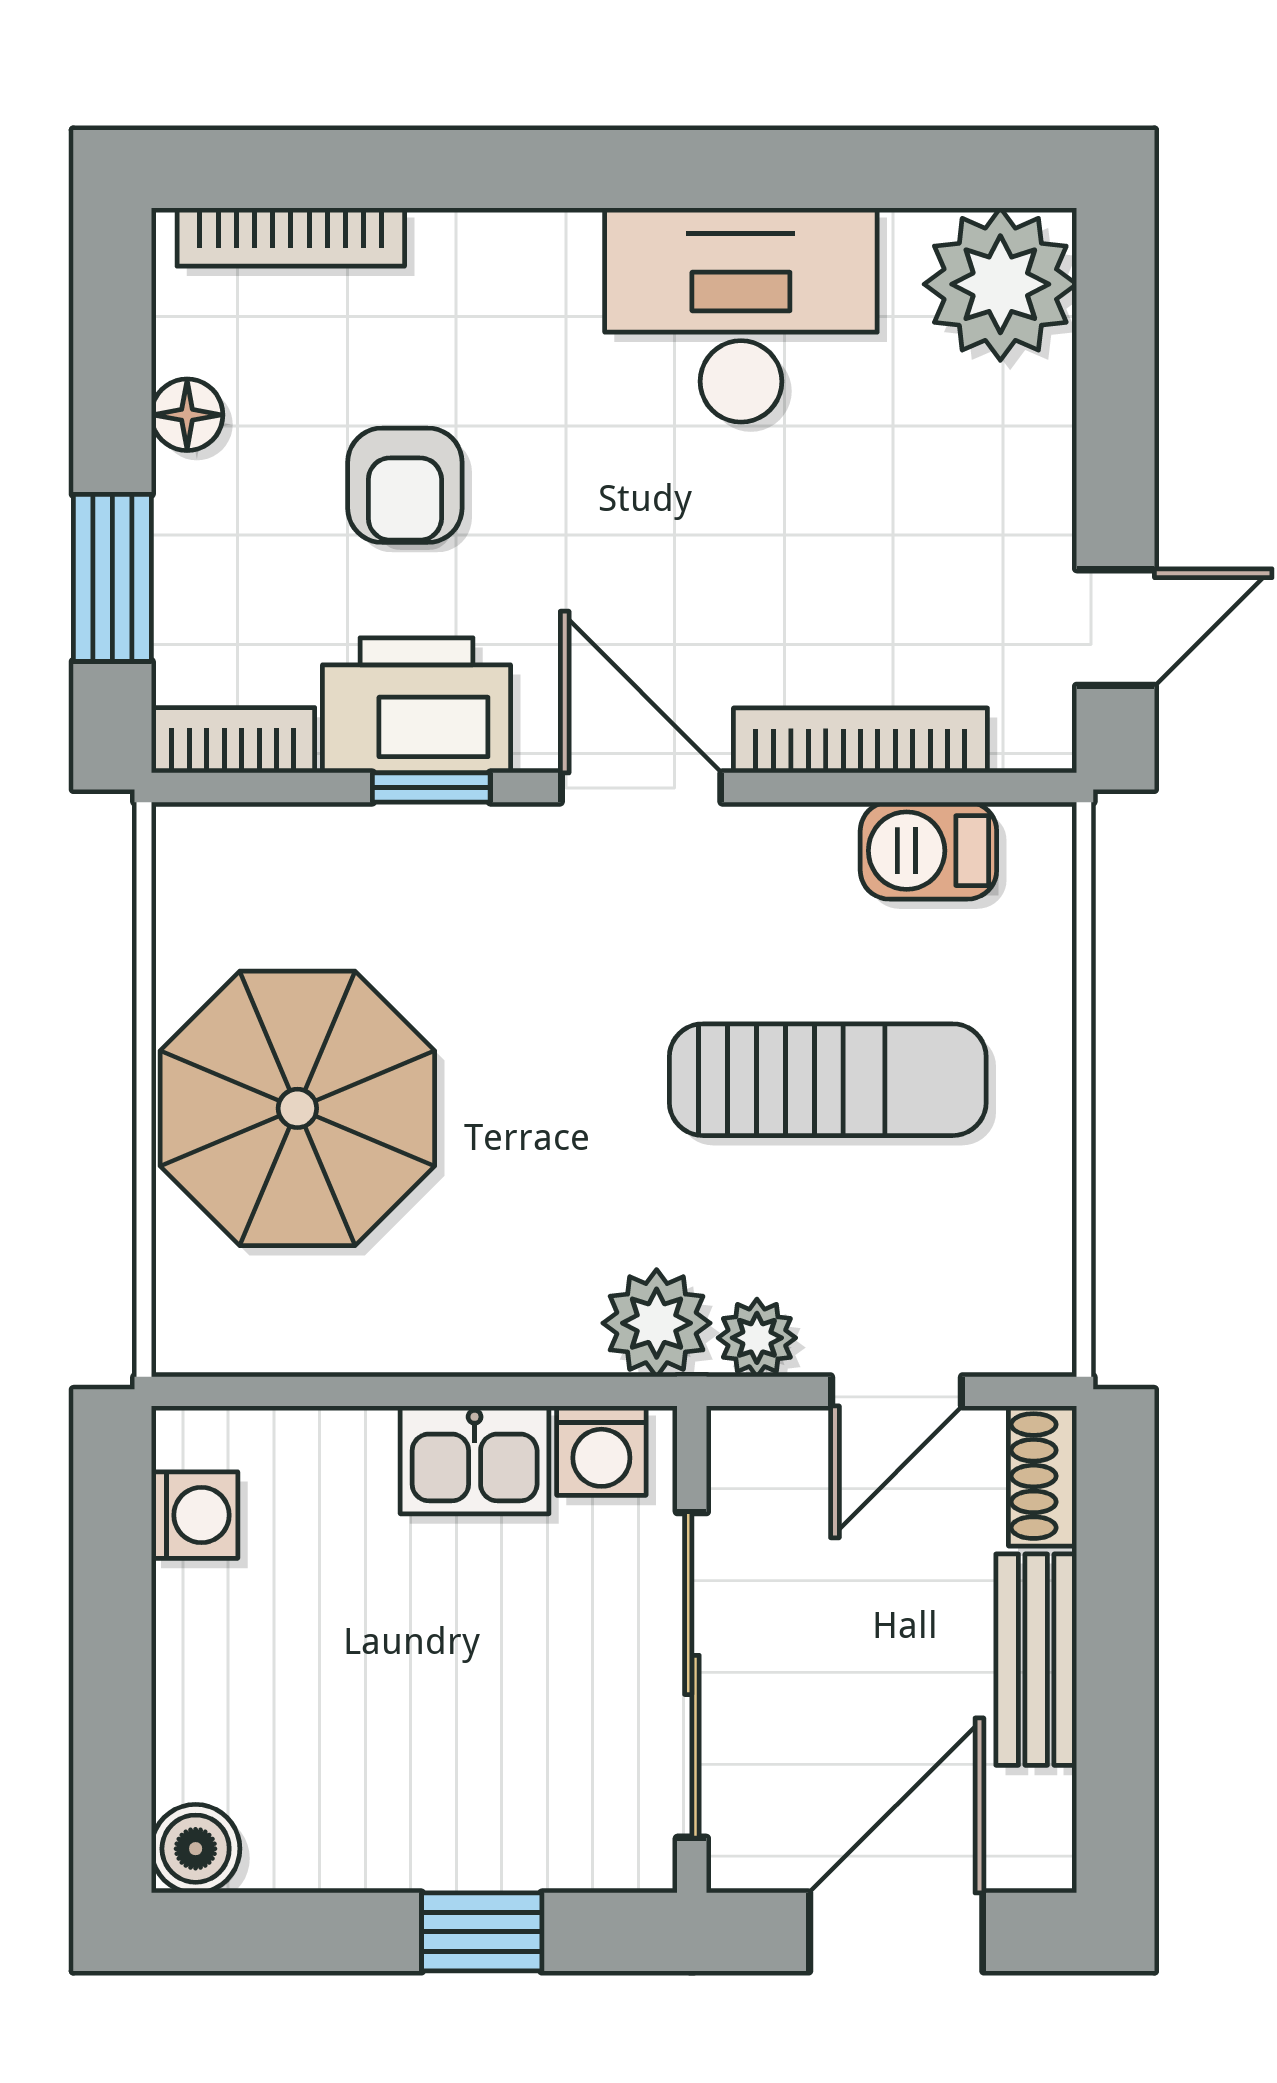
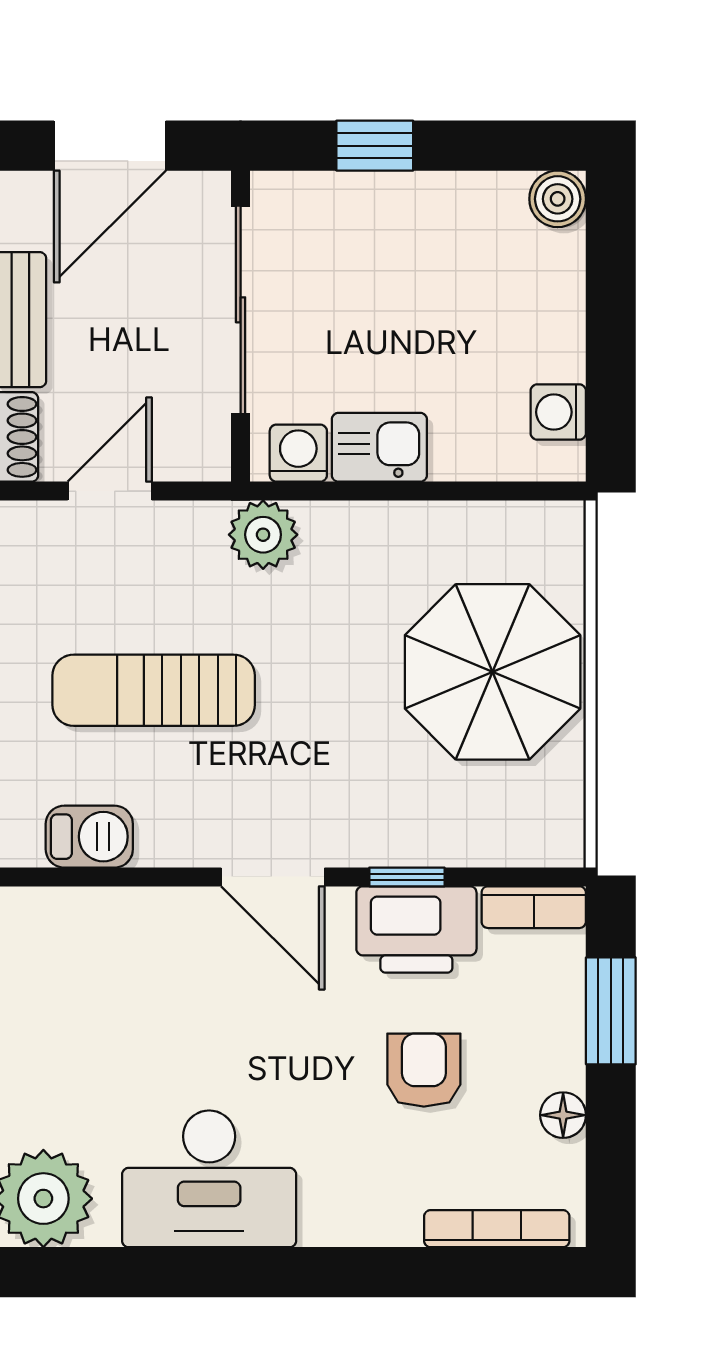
bookcase: (860, 740) -> (133, 907), removed
plant: (757, 1338) -> (199, 525), removed

